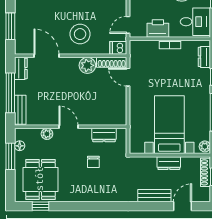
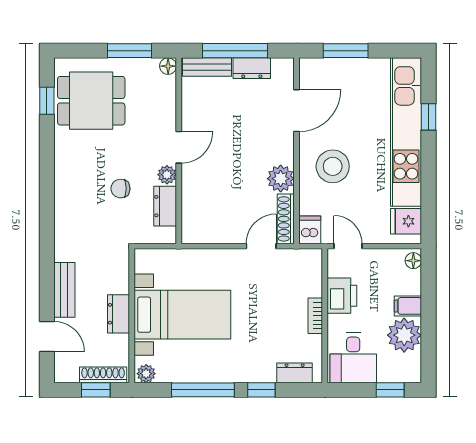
dresser: (21, 68) -> (252, 68), moved
plant: (47, 134) -> (167, 175), moved
floor lamp: (20, 146) -> (168, 66), moved

